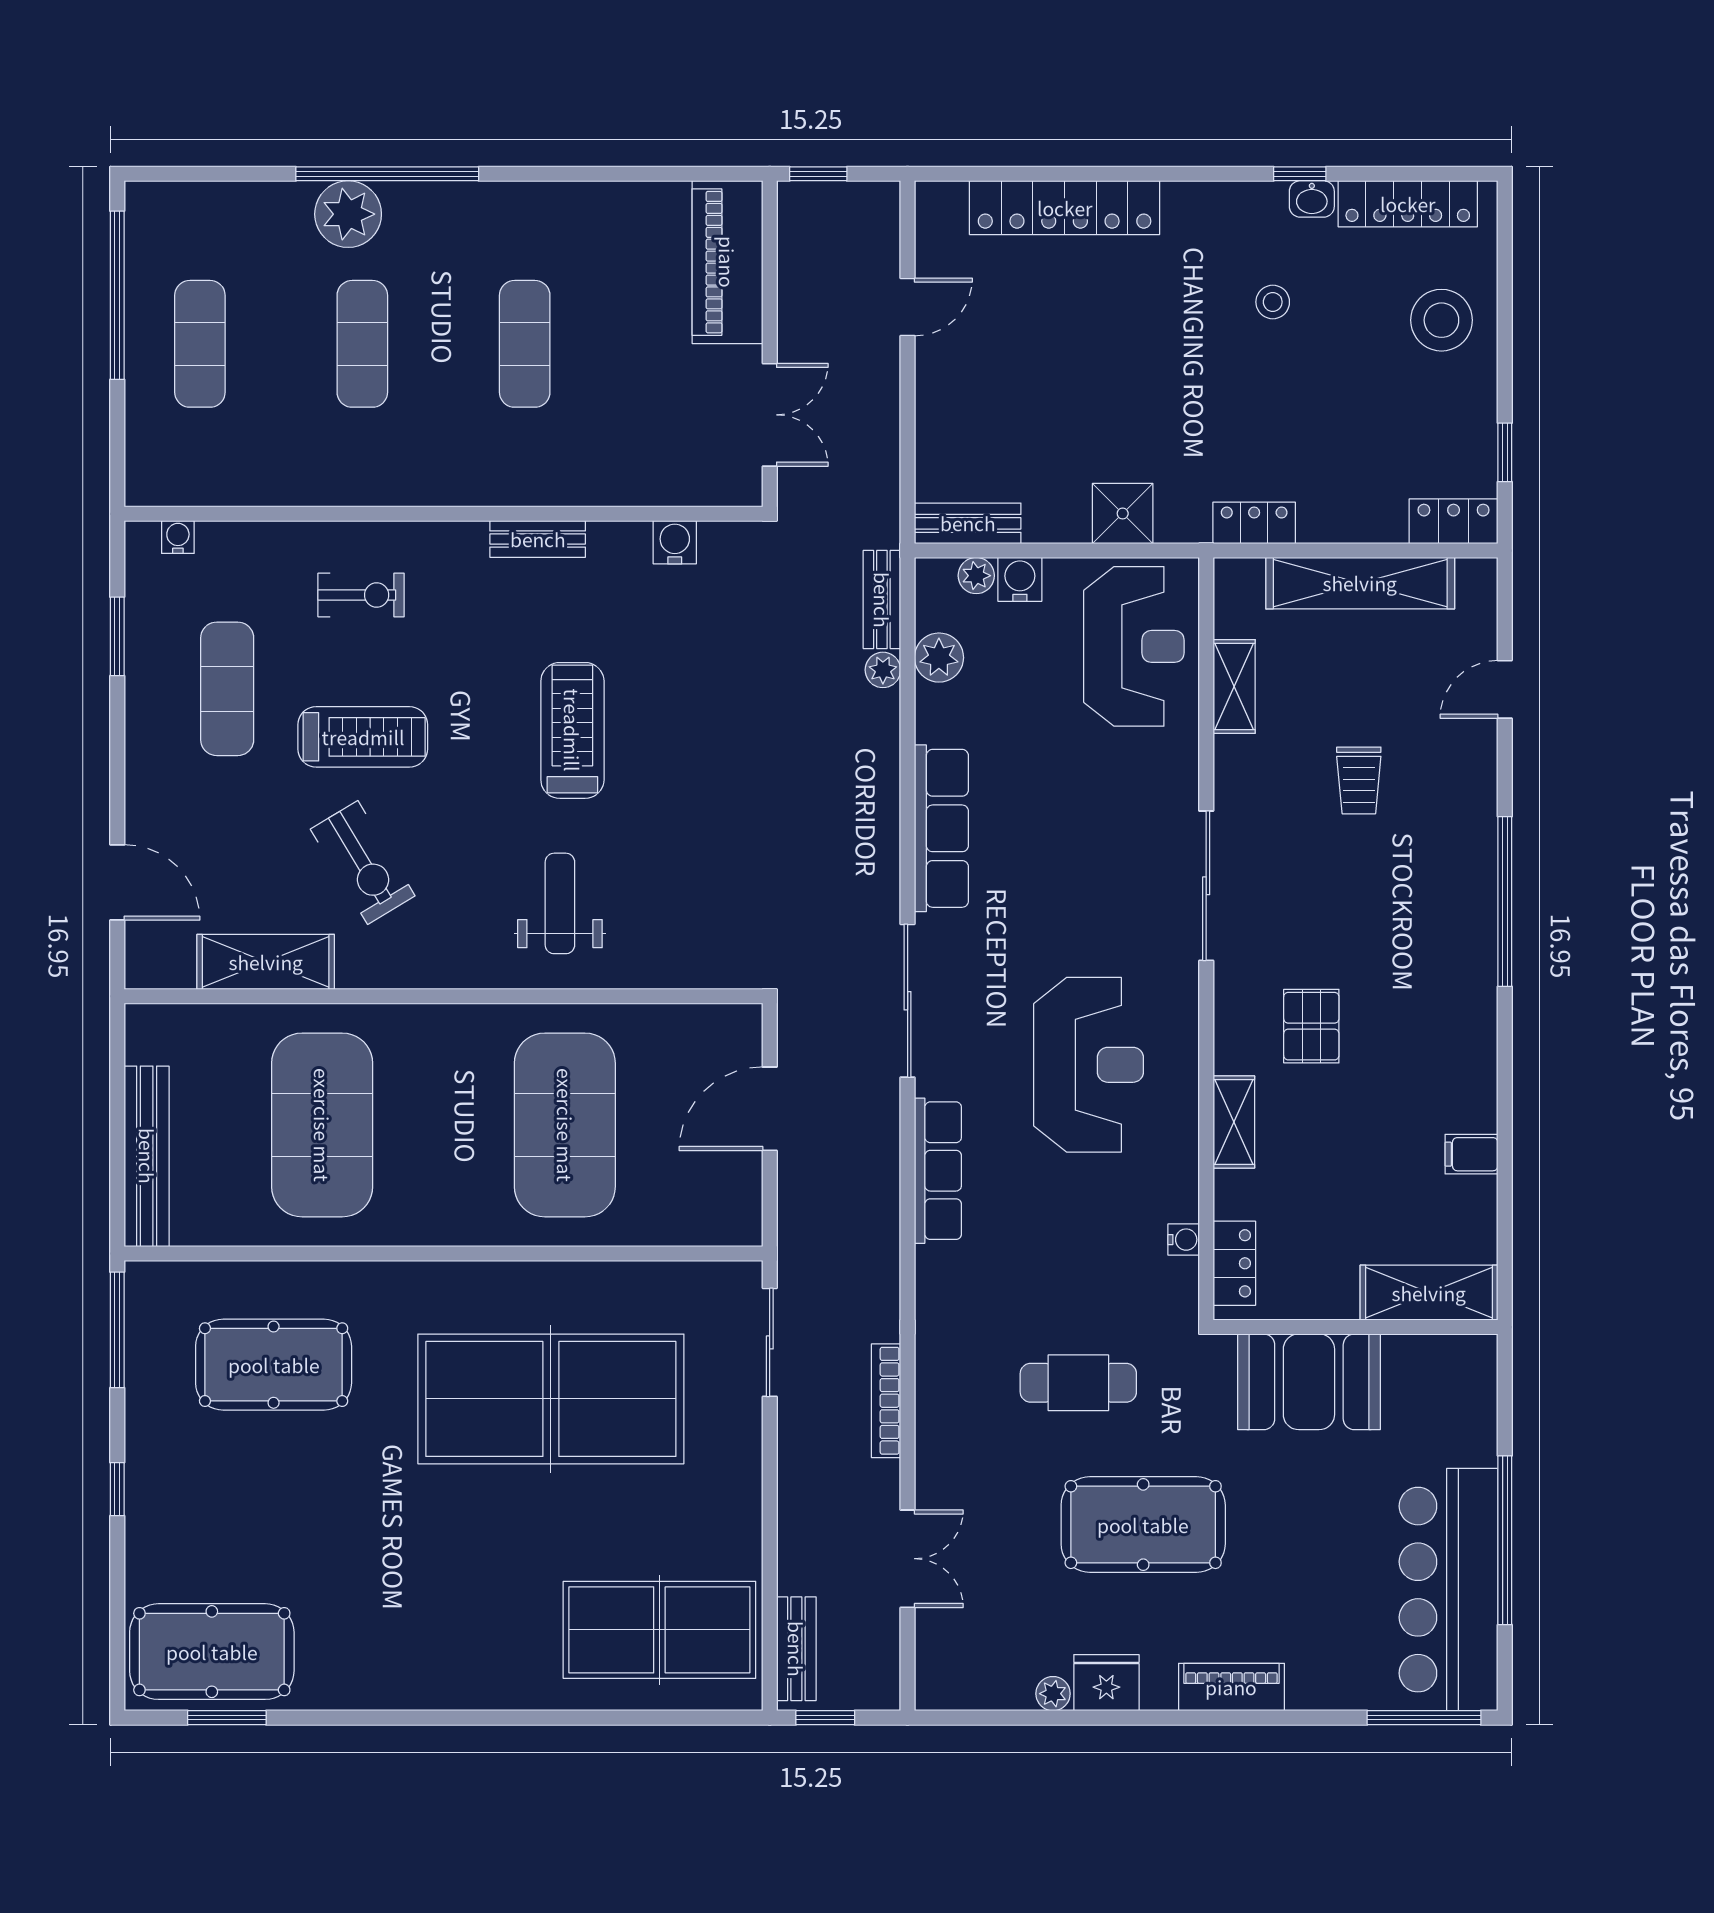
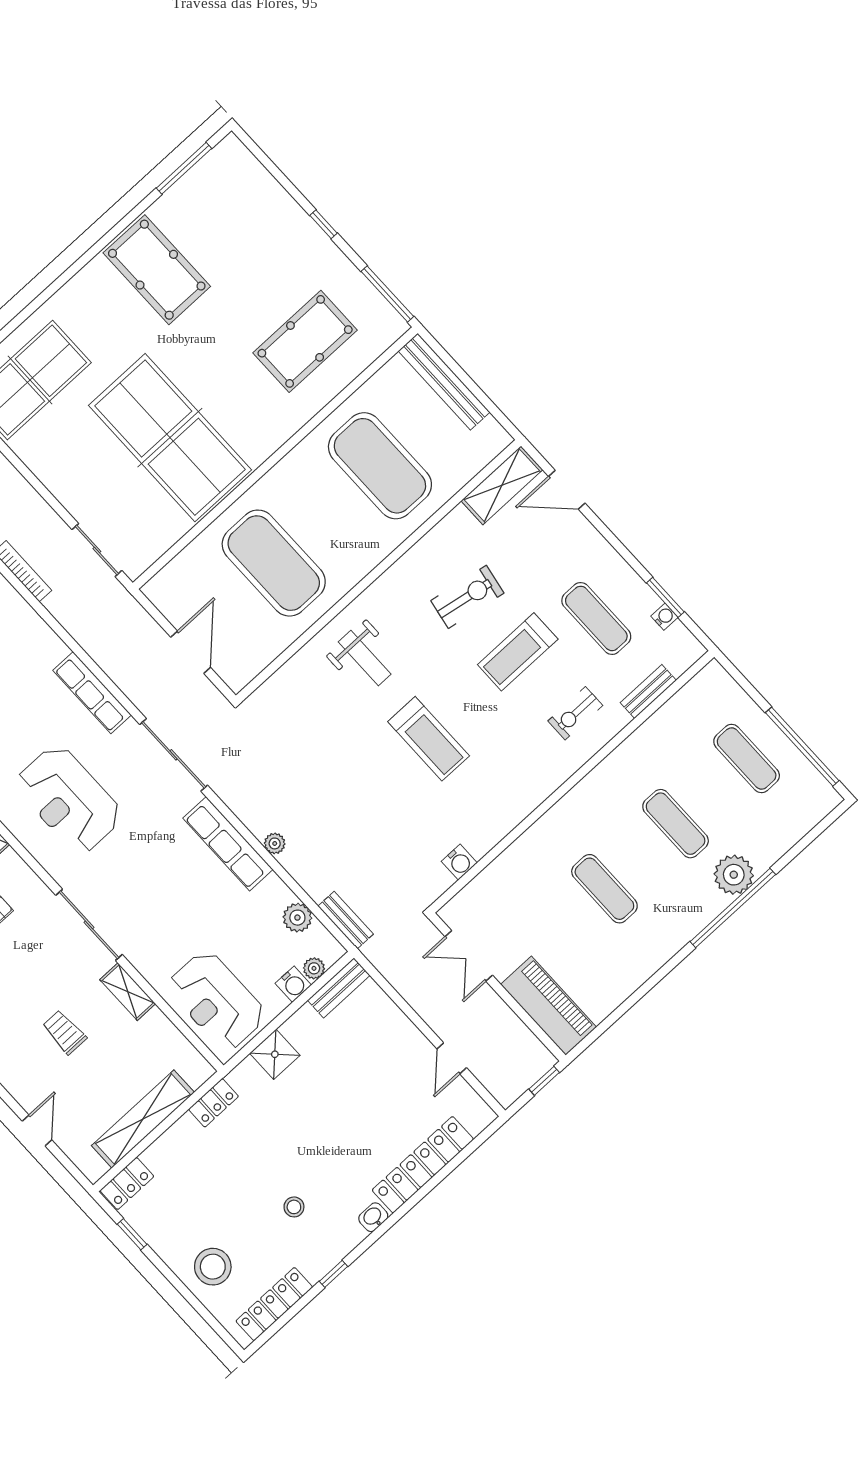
washbasin: (1312, 199) -> (373, 1217), moved
water cooler: (178, 537) -> (664, 617), moved, turned -90
bench: (538, 539) -> (648, 692), moved
plant: (883, 670) -> (275, 843), moved
shelving: (1234, 686) -> (128, 992), moved
exercise bike: (363, 862) -> (467, 597), turned 131
shelving: (266, 962) -> (502, 485), moved
table tennis table: (551, 1399) -> (170, 438), turned 90
pool table: (212, 1652) -> (157, 270), moved, turned 90
window: (227, 1718) -> (184, 168), width x1.44

